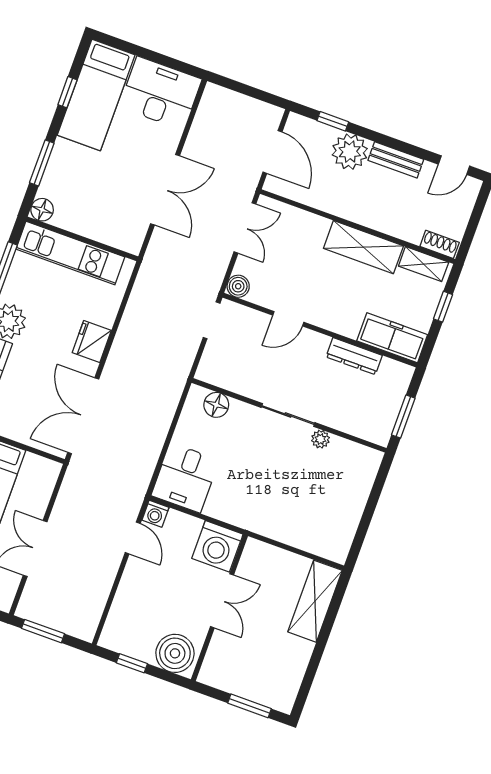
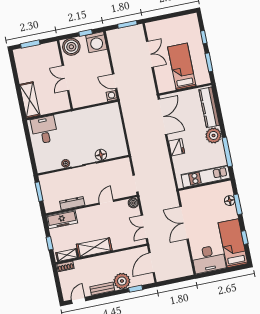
door: (272, 152) -> (152, 263), hinge flipped
floor lamp: (42, 210) -> (230, 201), moved
floor lamp: (216, 405) -> (101, 155), moved
desk: (185, 478) -> (44, 130), moved
washing machine: (217, 546) -> (96, 42), moved, turned 180

